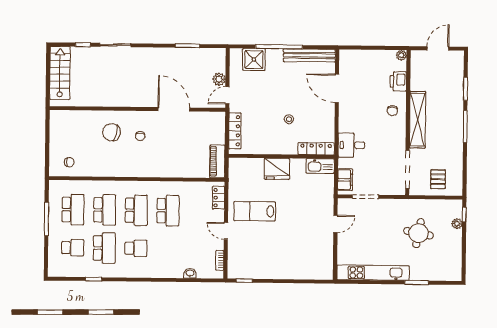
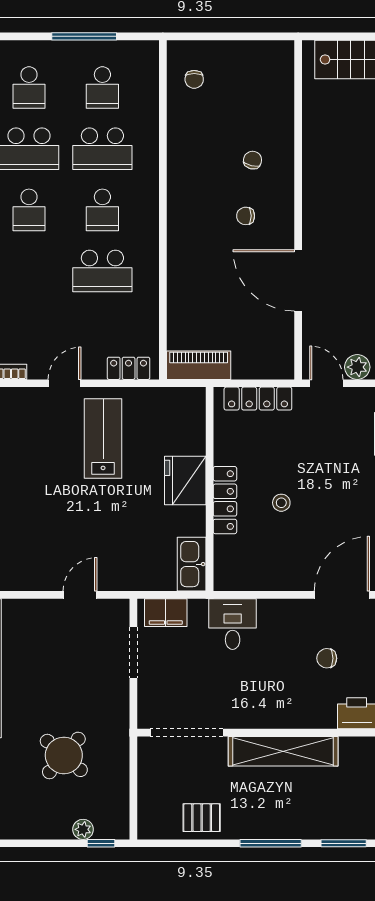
door: (174, 109) -> (298, 280), swing flipped
chair: (392, 111) -> (327, 658), moved
chair: (111, 132) -> (253, 160), width x0.54, depth x0.54
locker: (316, 149) -> (225, 500), moved
pallet: (438, 179) -> (202, 818), moved
school desk: (73, 210) -> (102, 88), width x0.54
school desk: (136, 210) -> (102, 210), width x0.54
door: (335, 224) -> (80, 595), swing flipped
round table: (419, 233) -> (64, 755), turned 30

